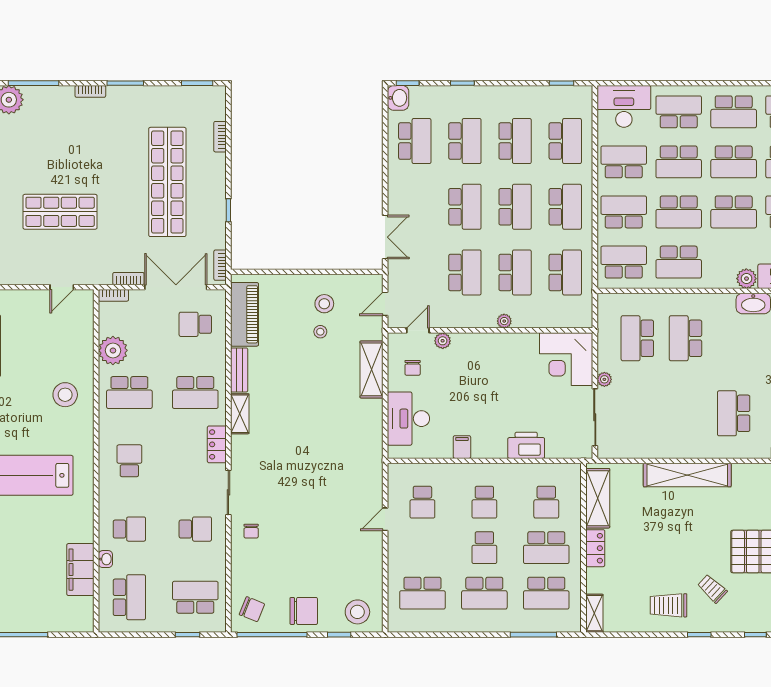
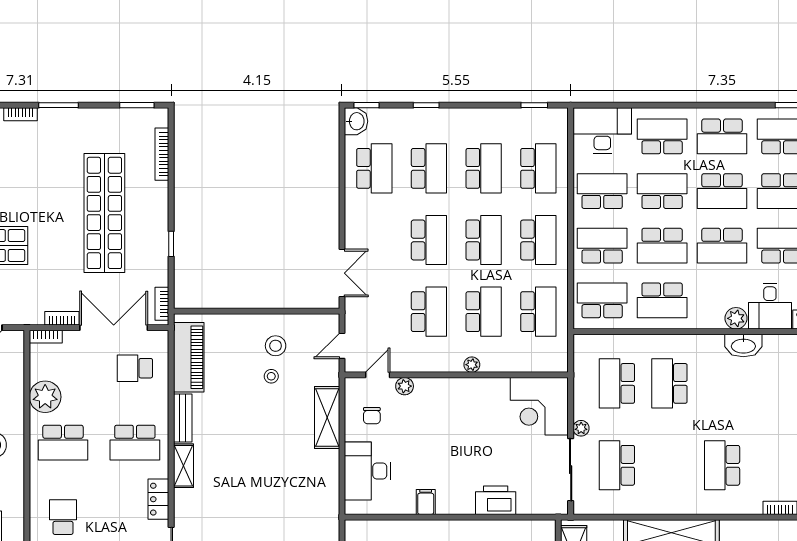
bookcase: (220, 137) -> (162, 154), width x1.56
school desk: (679, 162) -> (662, 191), turned 180
school desk: (637, 413) -> (617, 465), added

